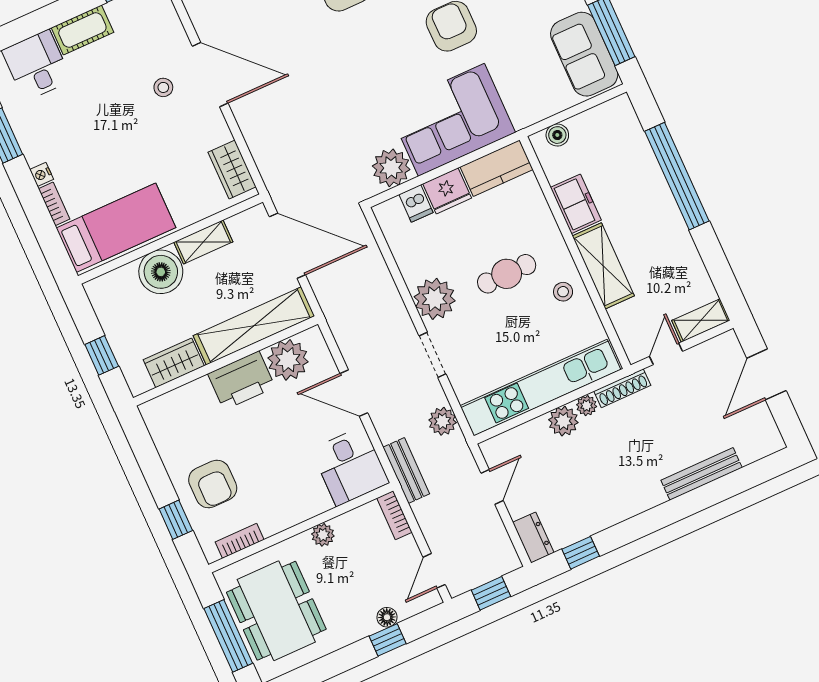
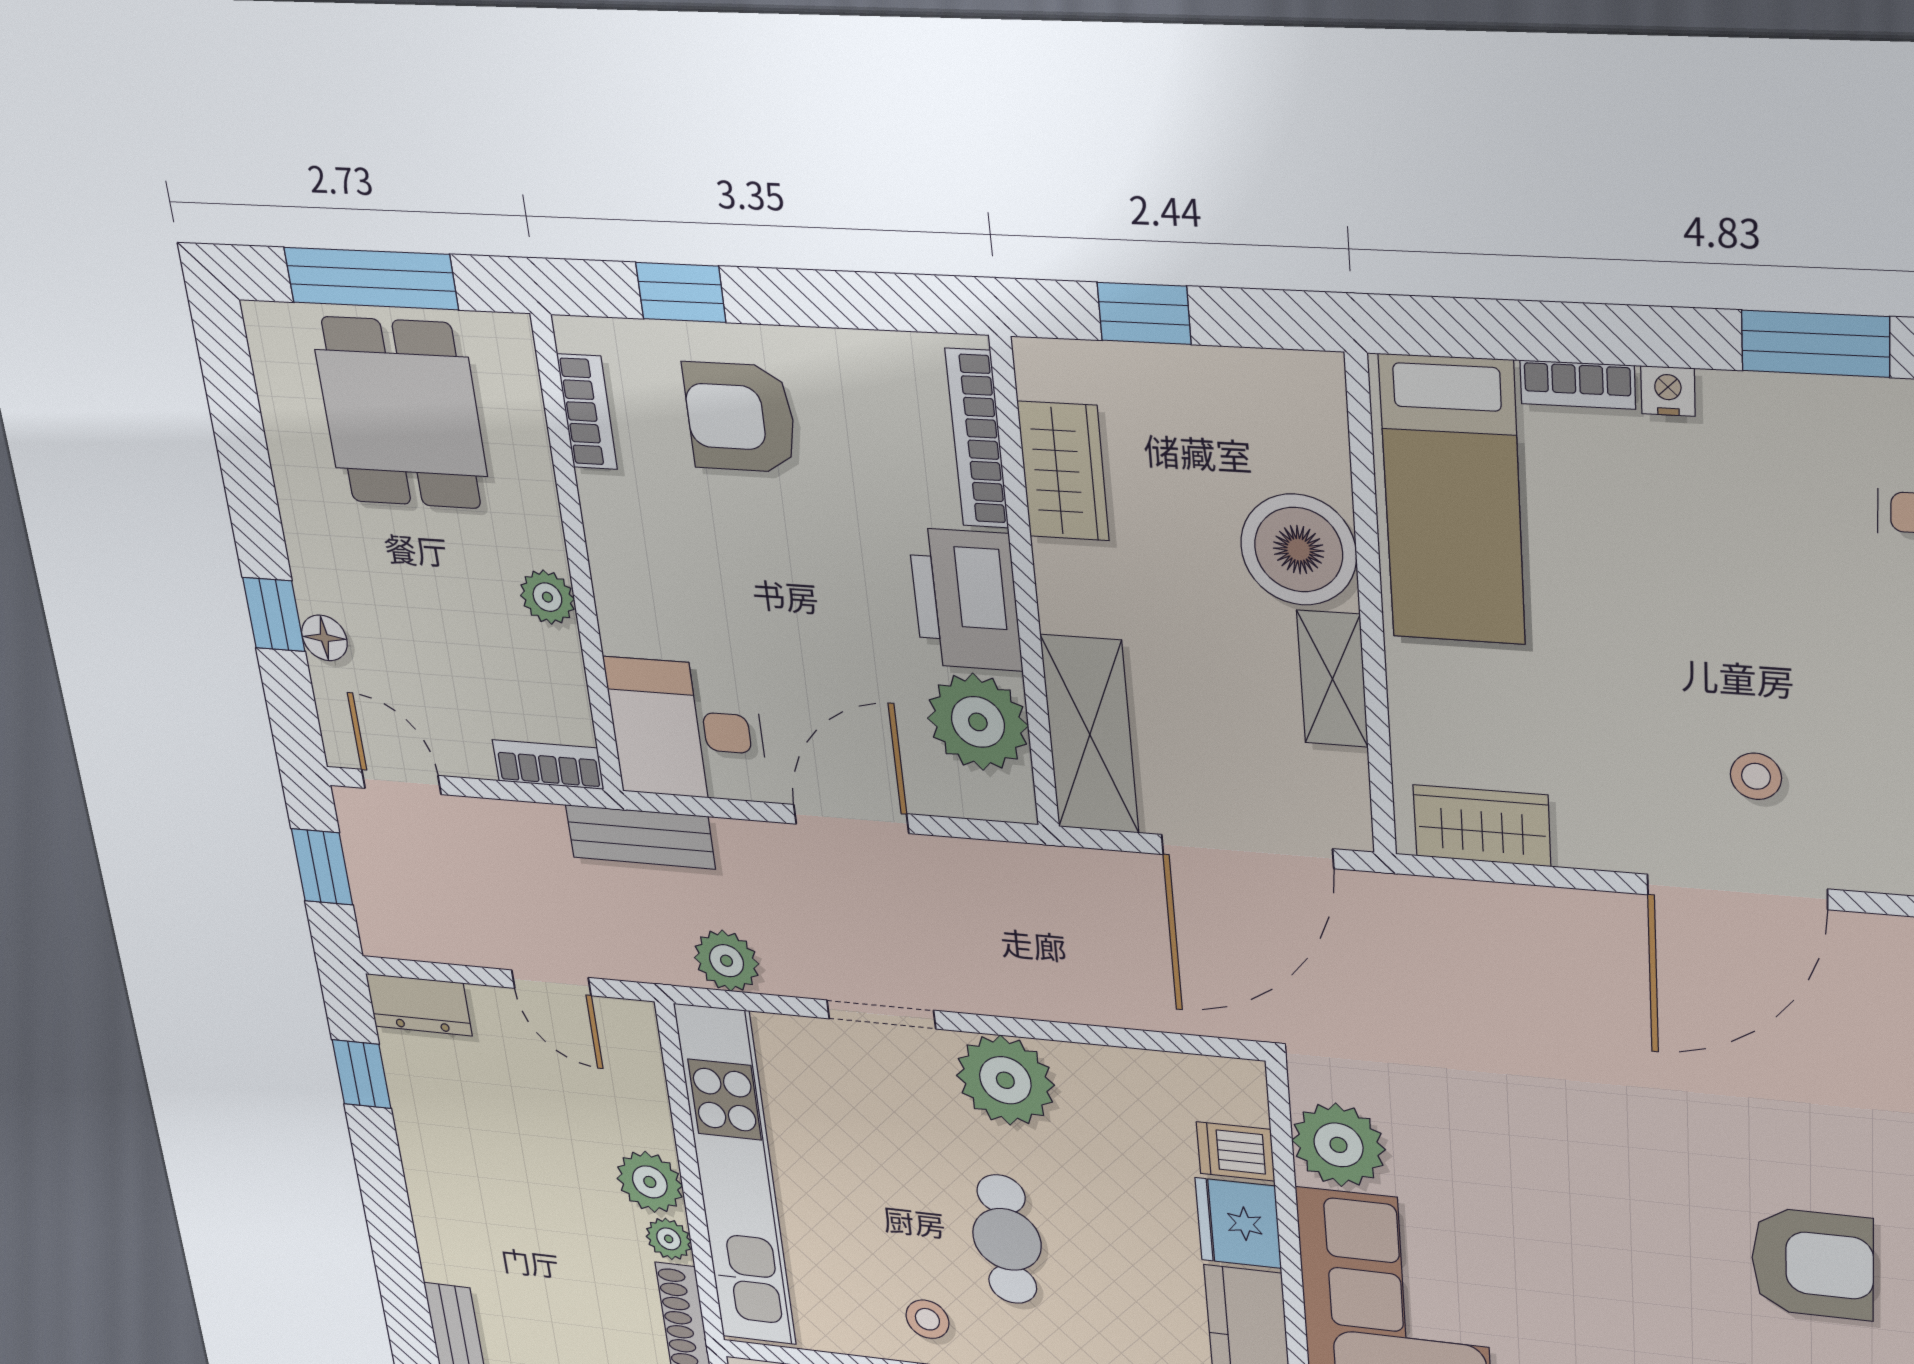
shelving: (254, 326) -> (1090, 735), width x0.68
bookcase: (177, 397) -> (977, 439), added
dining table: (276, 611) -> (401, 413), width x0.73

